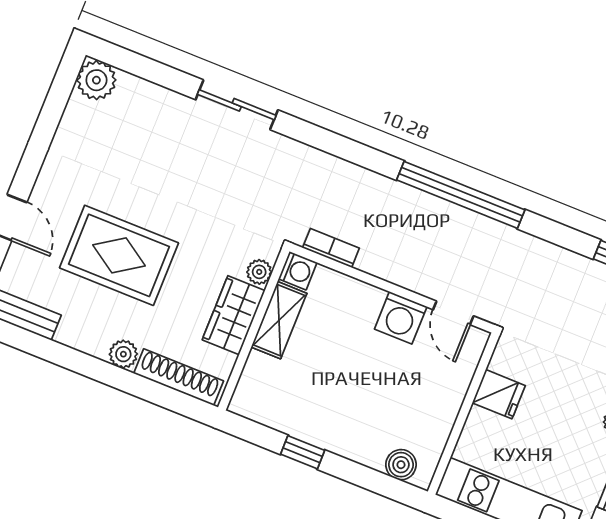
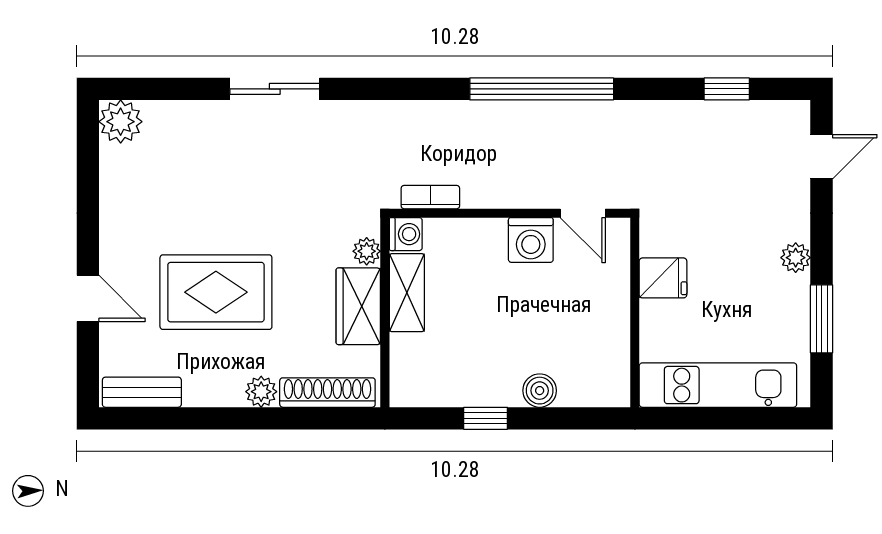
boiler: (401, 465) -> (540, 391), moved

